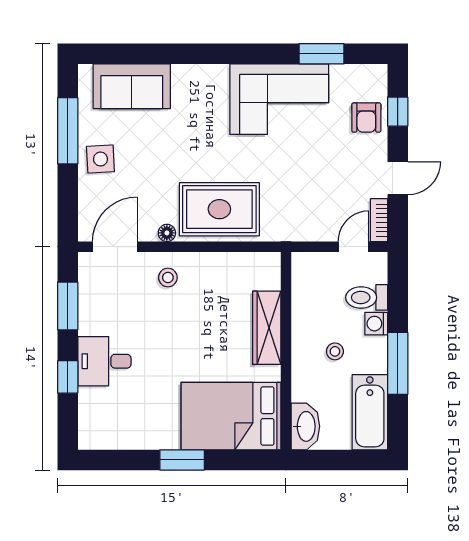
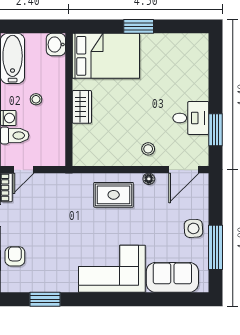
corner sofa: (279, 99) -> (112, 269), moved
rug: (219, 209) -> (114, 195), width x0.73, depth x0.70
wardrobe: (267, 328) -> (82, 107), width x0.67
desk: (104, 361) -> (191, 118), moved
window: (68, 377) -> (215, 82), removed
washbasin: (305, 426) -> (56, 45), width x0.72

